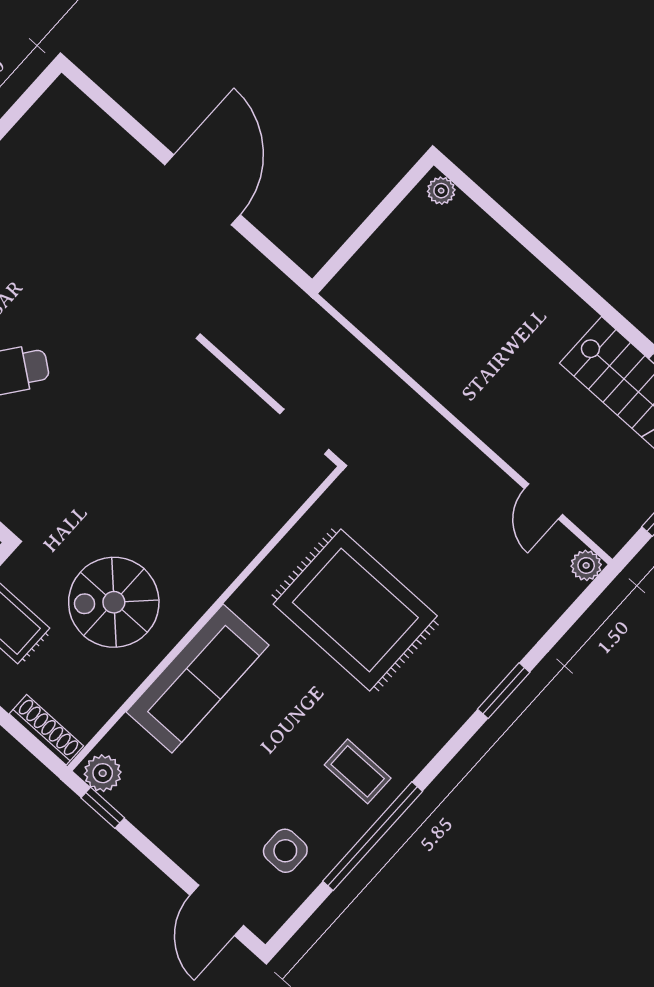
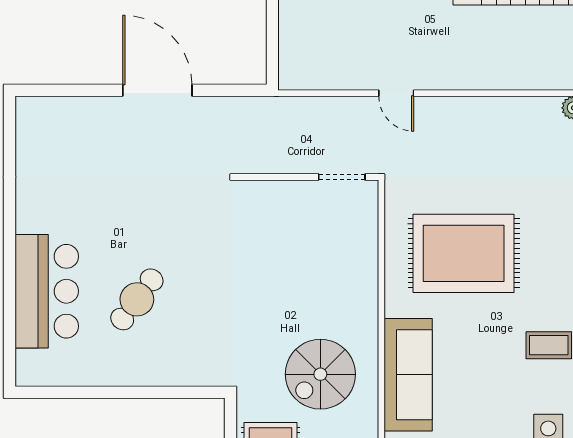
door: (543, 502) -> (396, 93), moved

